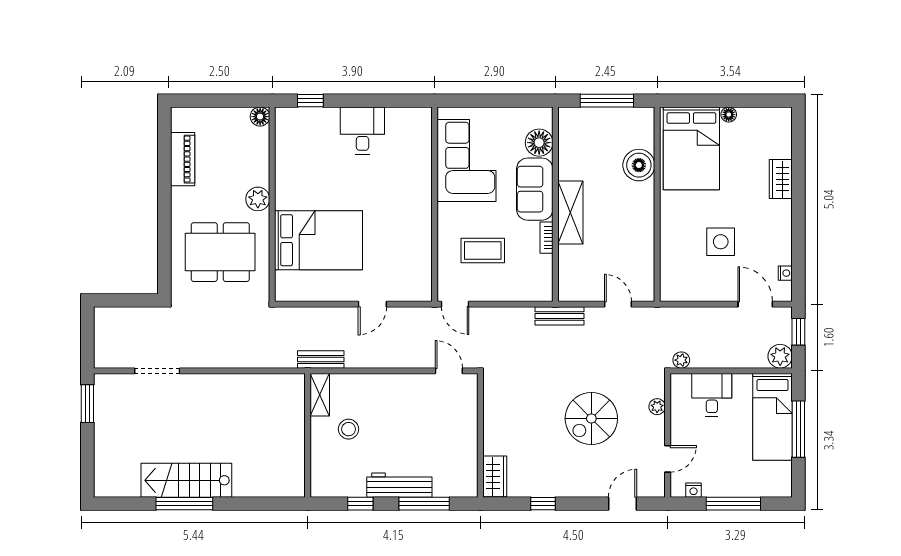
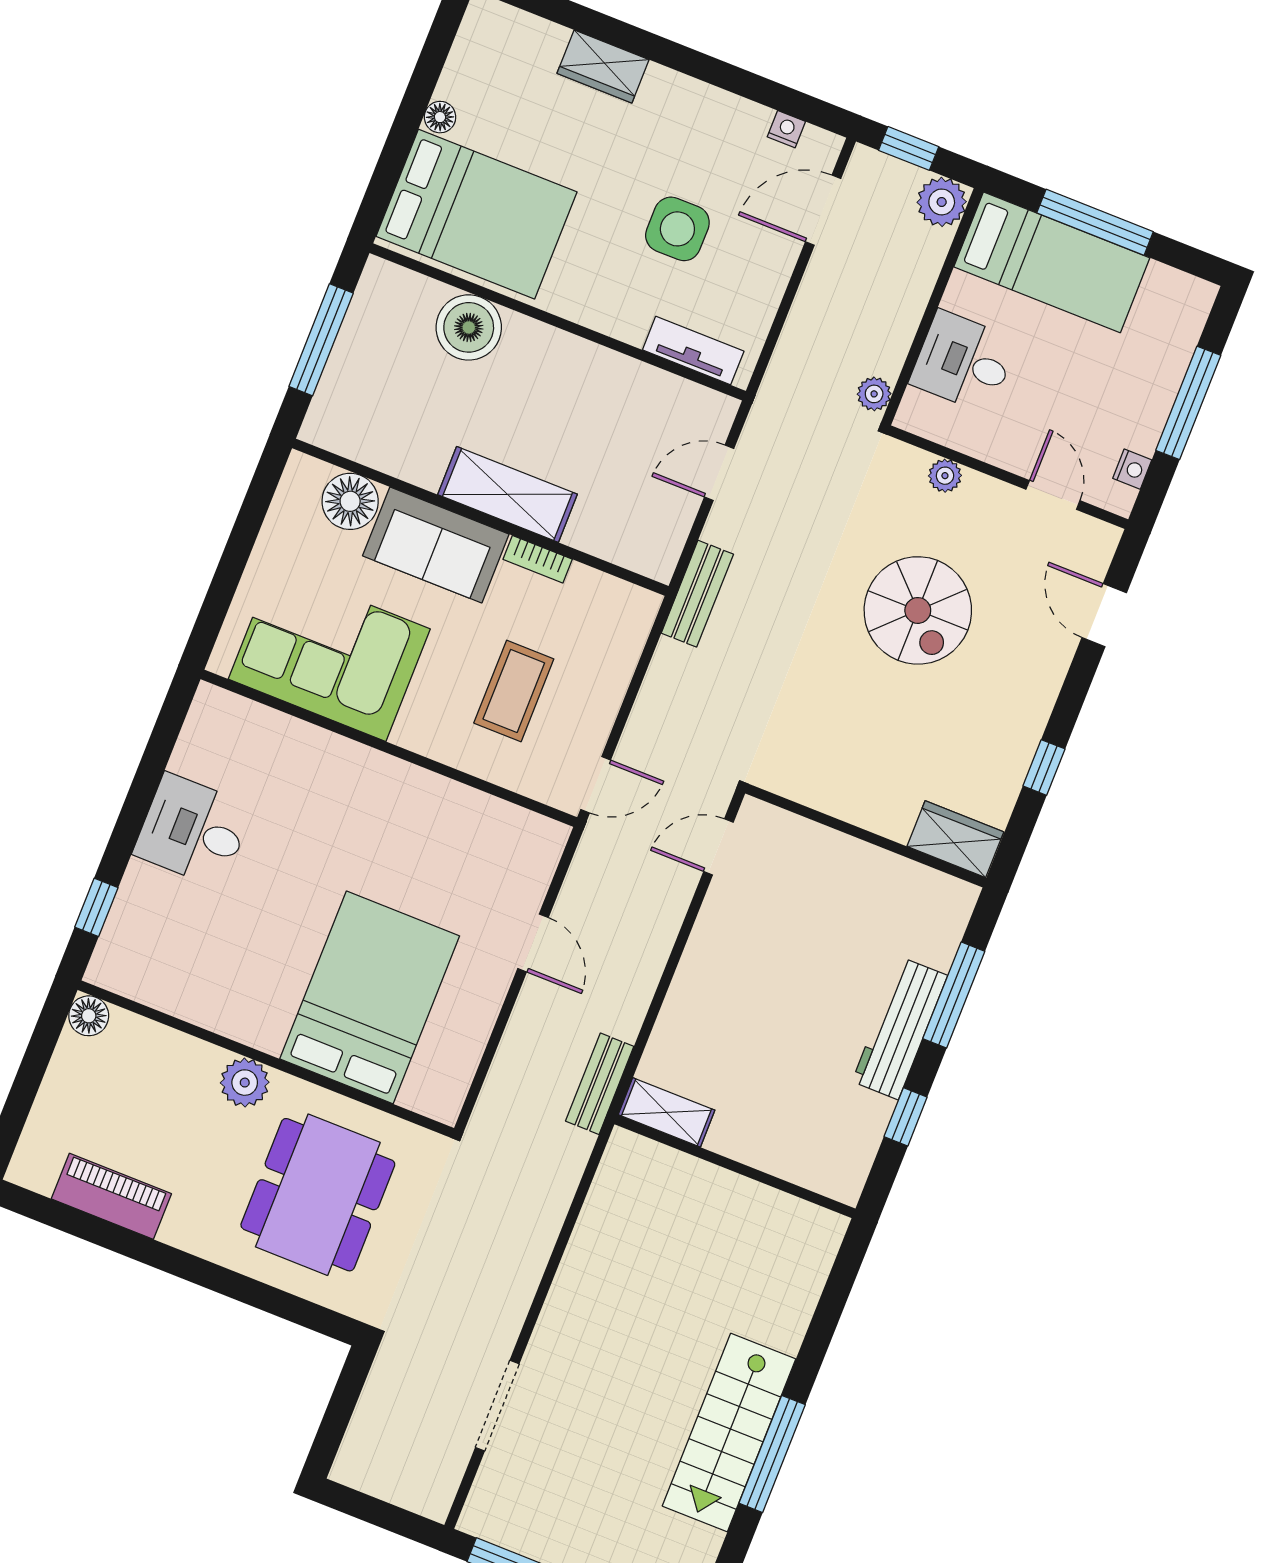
tv unit: (669, 271) -> (693, 351), added
stool: (349, 429) -> (754, 1083), removed

